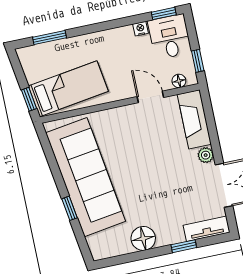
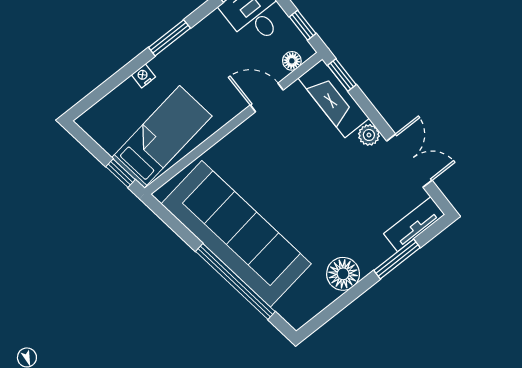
nightstand: (140, 29) -> (143, 76), moved
window: (49, 38) -> (169, 38), moved
window: (207, 107) -> (342, 75), added
window: (70, 208) -> (235, 282), width x3.17
window: (184, 246) -> (397, 259), width x1.50

